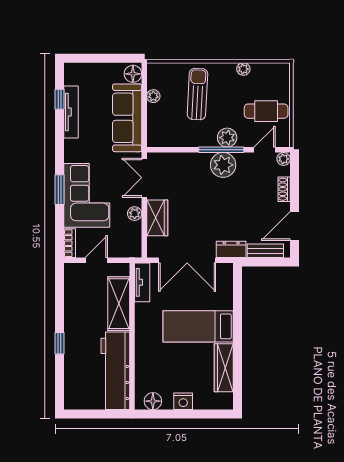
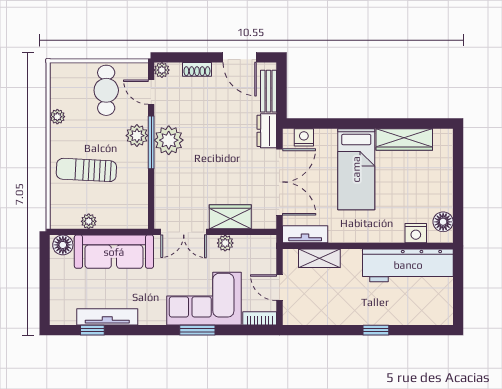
nightstand: (226, 281) -> (304, 137), added
shelving: (119, 304) -> (319, 258), width x0.67, depth x0.75
nightstand: (183, 401) -> (416, 233), moved, turned 90

